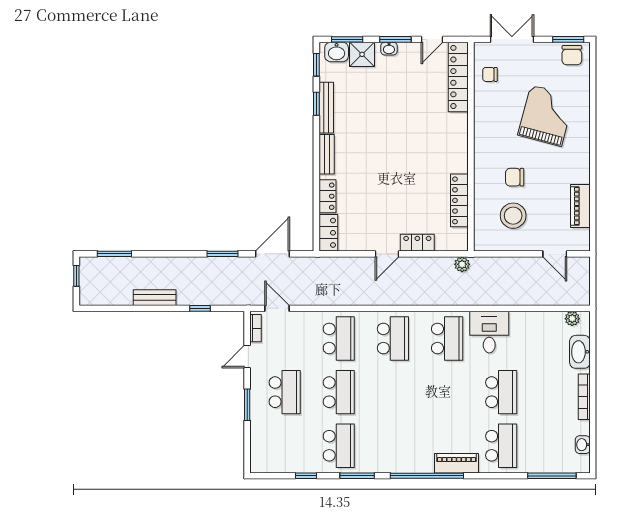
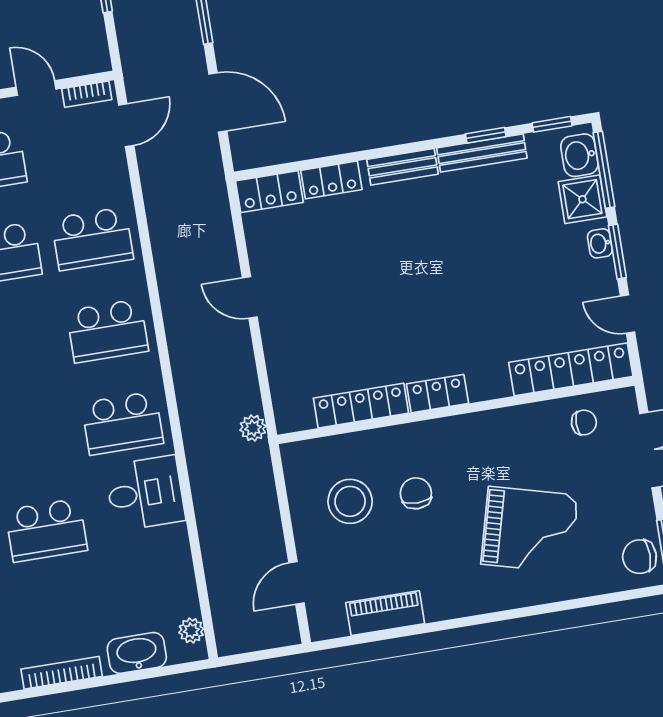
window: (347, 39) -> (604, 170), width x1.44
chair: (490, 74) -> (584, 423), turned 90
locker: (417, 243) -> (437, 394), moved, turned -90

